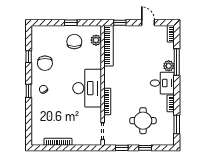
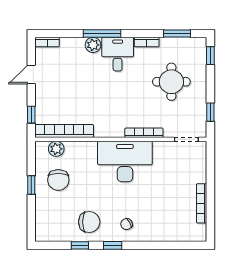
chair: (74, 42) -> (58, 180), turned -90
window: (177, 62) -> (102, 33), moved
window: (29, 91) -> (113, 245), moved
window: (145, 148) -> (210, 56), moved

